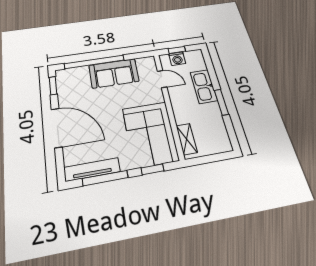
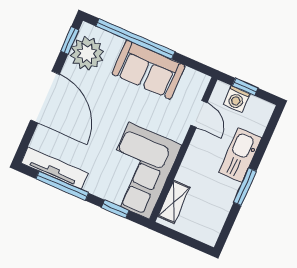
plant: (69, 86) -> (87, 53), added

